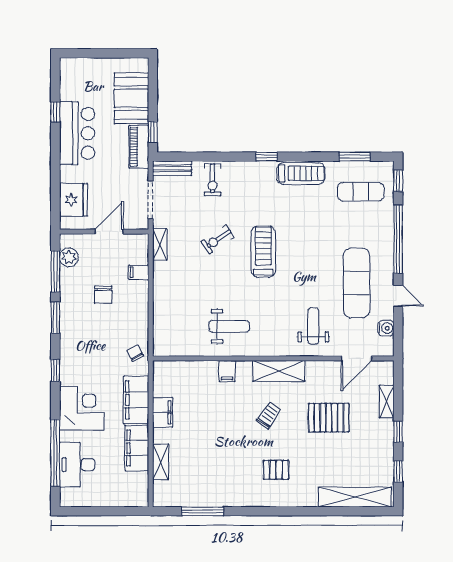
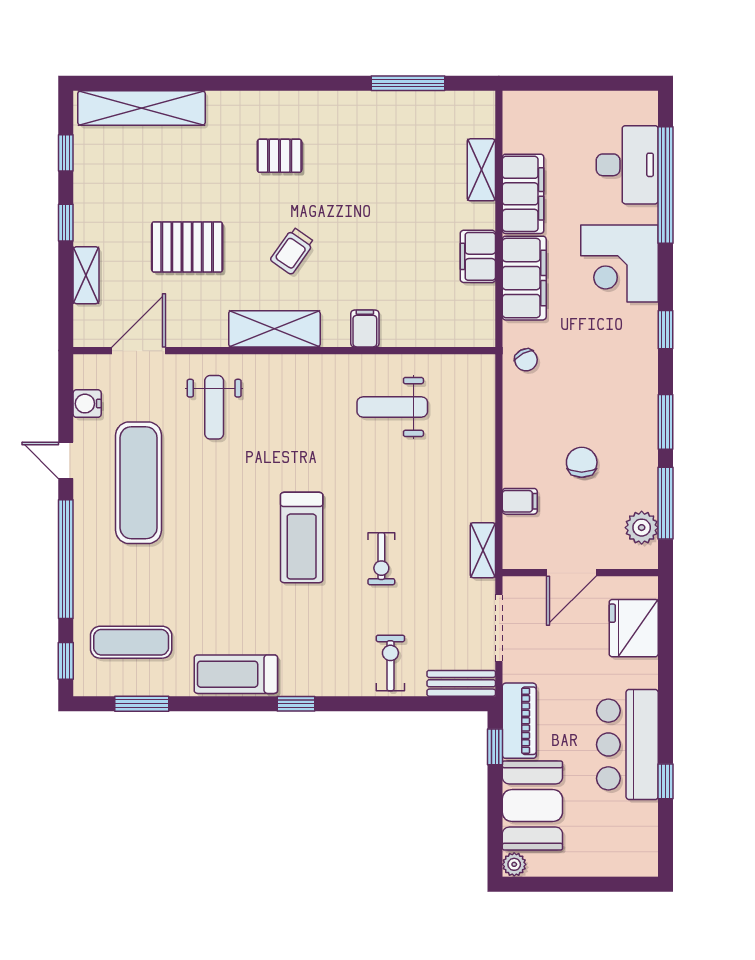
plant: (142, 65) -> (514, 864), added
exercise bike: (218, 239) -> (381, 559), turned 124
weight bench: (229, 326) -> (392, 407), moved

